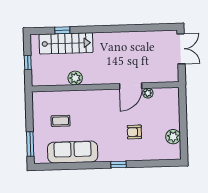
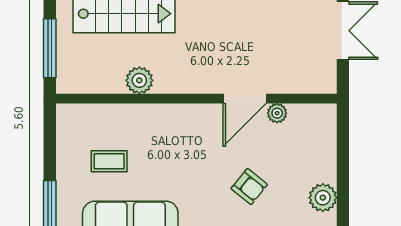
window: (28, 63) -> (50, 48), width x2.17
armchair: (134, 132) -> (249, 187), turned -141

